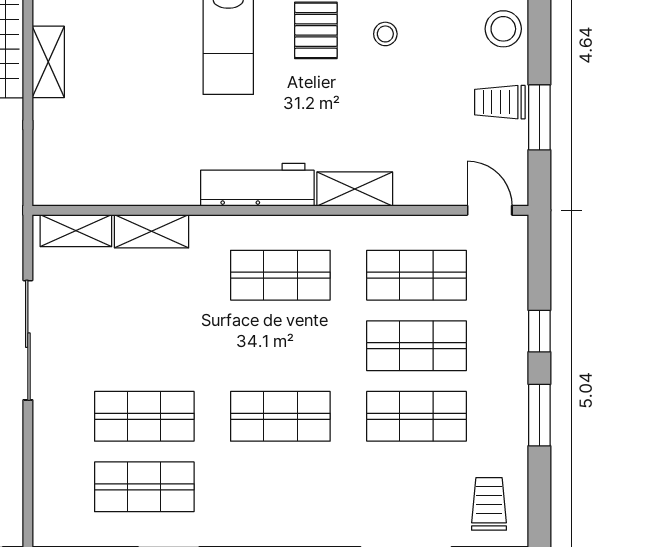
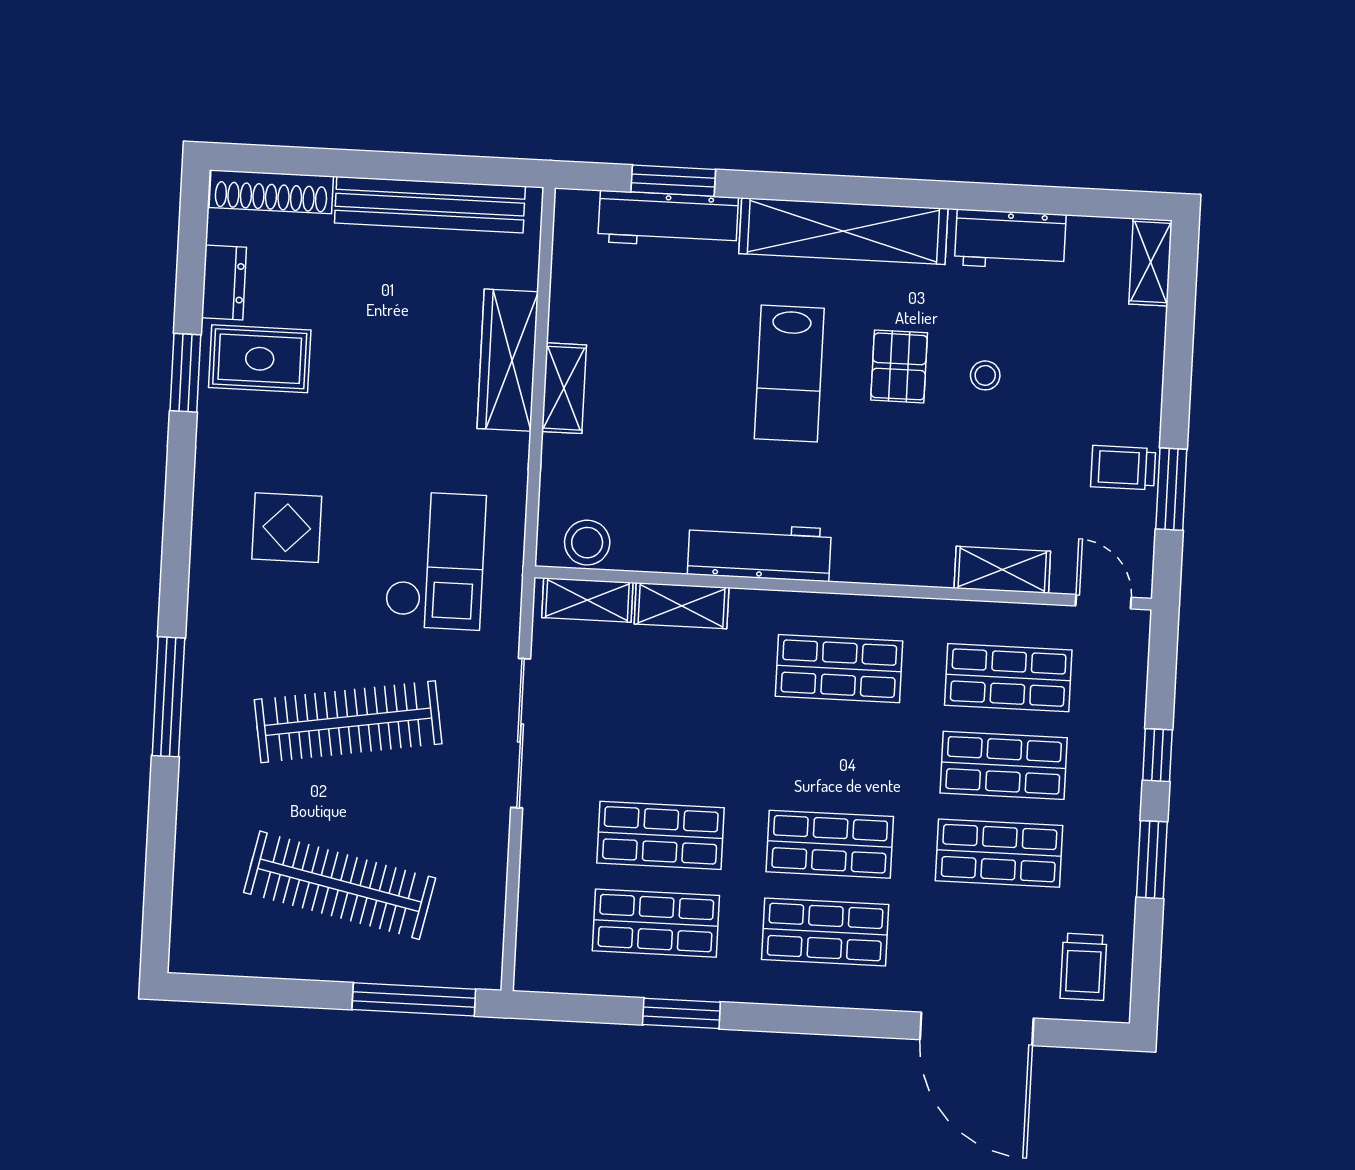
stool: (503, 29) -> (587, 543), moved
workbench: (257, 185) -> (759, 552), moved
shelving: (355, 189) -> (1002, 570), moved
shop shelf: (280, 487) -> (825, 932), added
trolley: (489, 504) -> (1084, 967), turned 180

